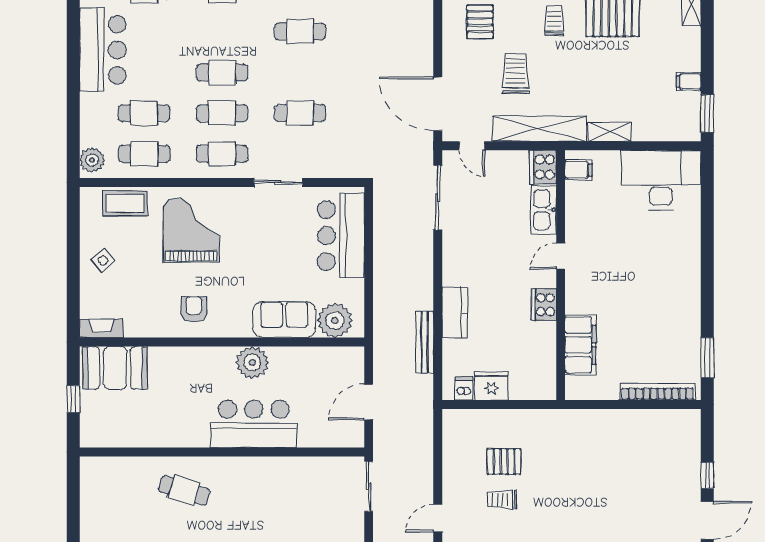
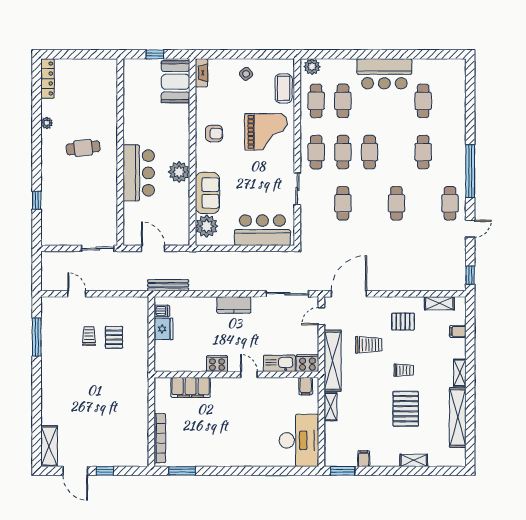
kitchen counter: (455, 313) -> (234, 305), moved
bench: (425, 342) -> (168, 285), moved
cafe table: (184, 490) -> (83, 148), moved, turned 66

